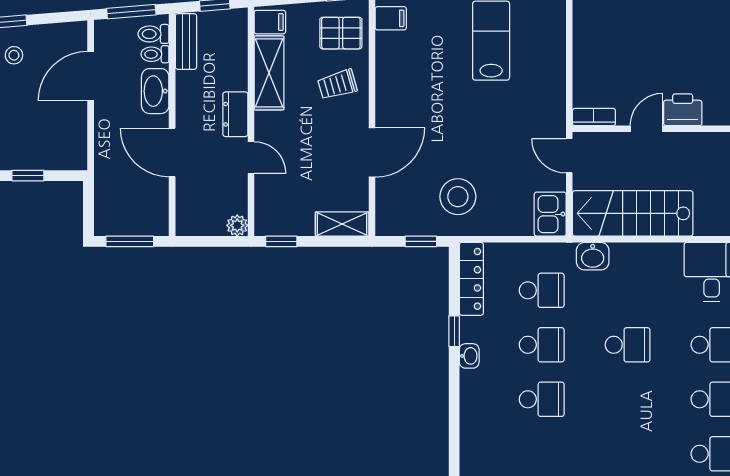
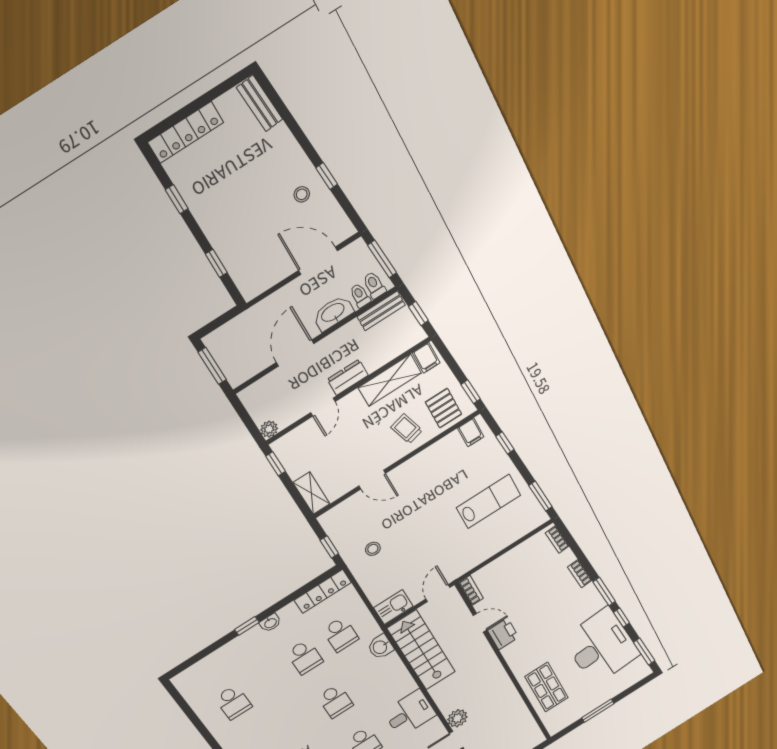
door: (372, 152) -> (372, 480), width x0.73
stool: (458, 197) -> (373, 549), width x0.53, depth x0.53
window: (454, 331) -> (247, 626), moved
school desk: (542, 399) -> (233, 702), moved

